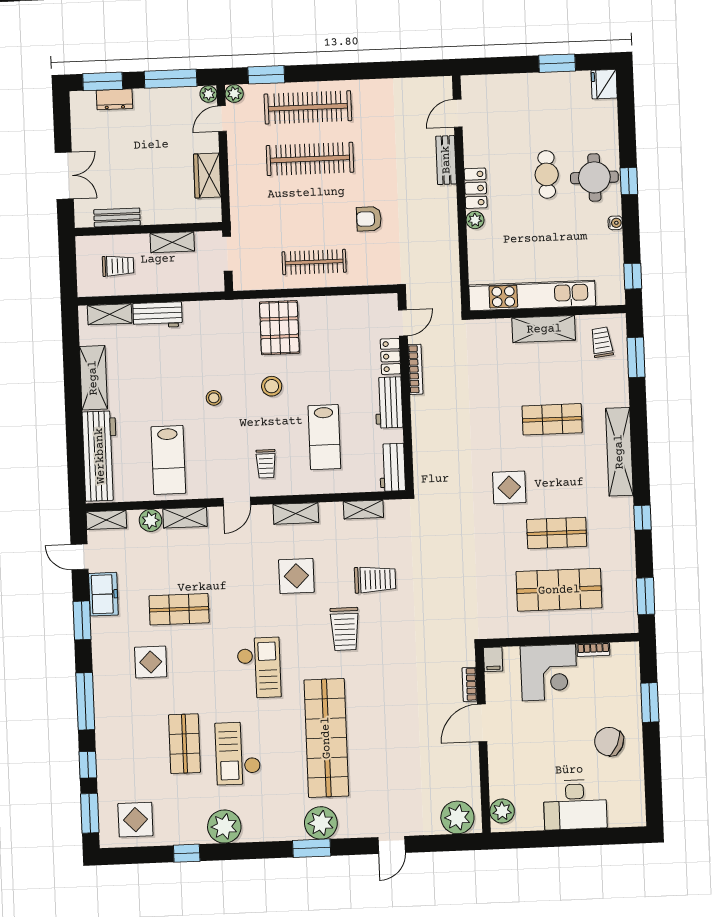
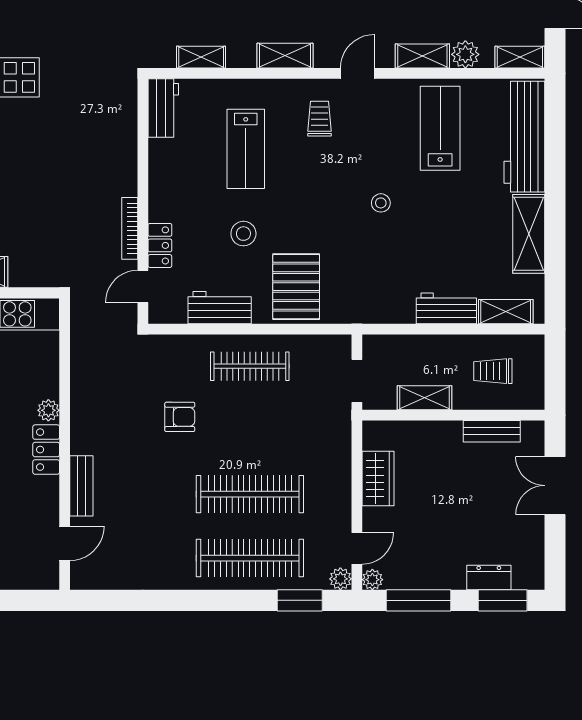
stool: (272, 386) -> (243, 234), moved
workbench: (389, 402) -> (220, 308), moved, turned -90
lab bench: (324, 437) -> (246, 149), turned 180

